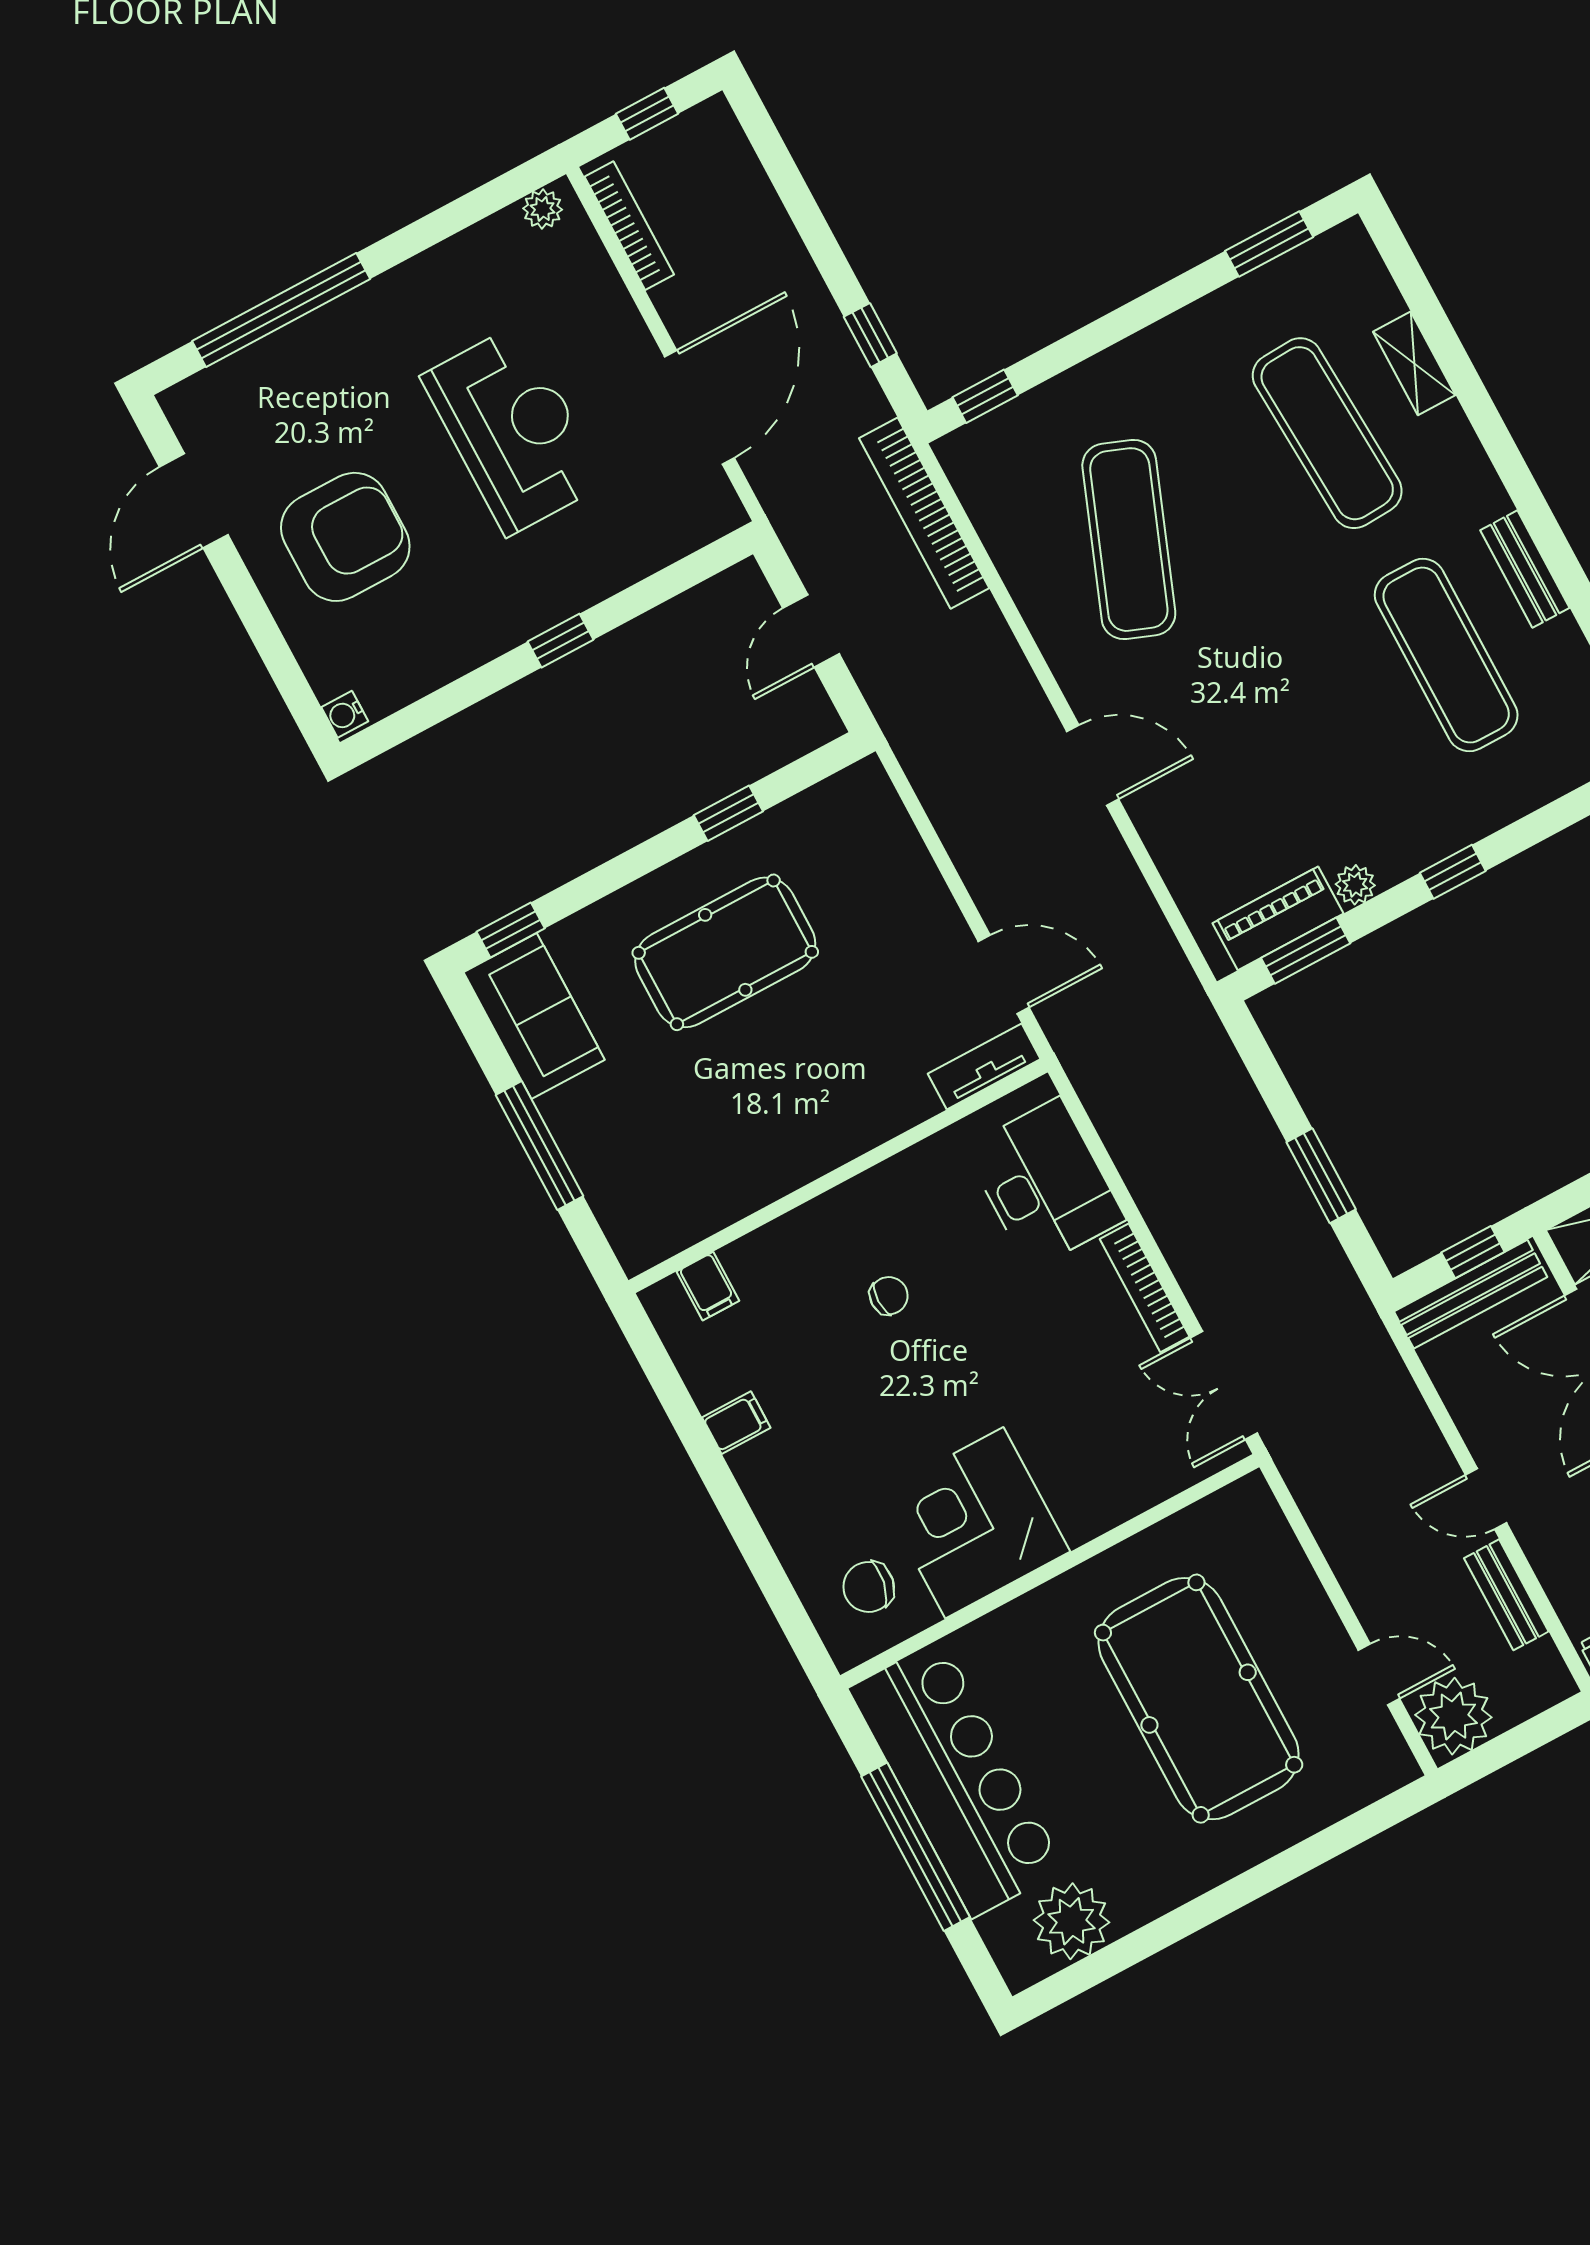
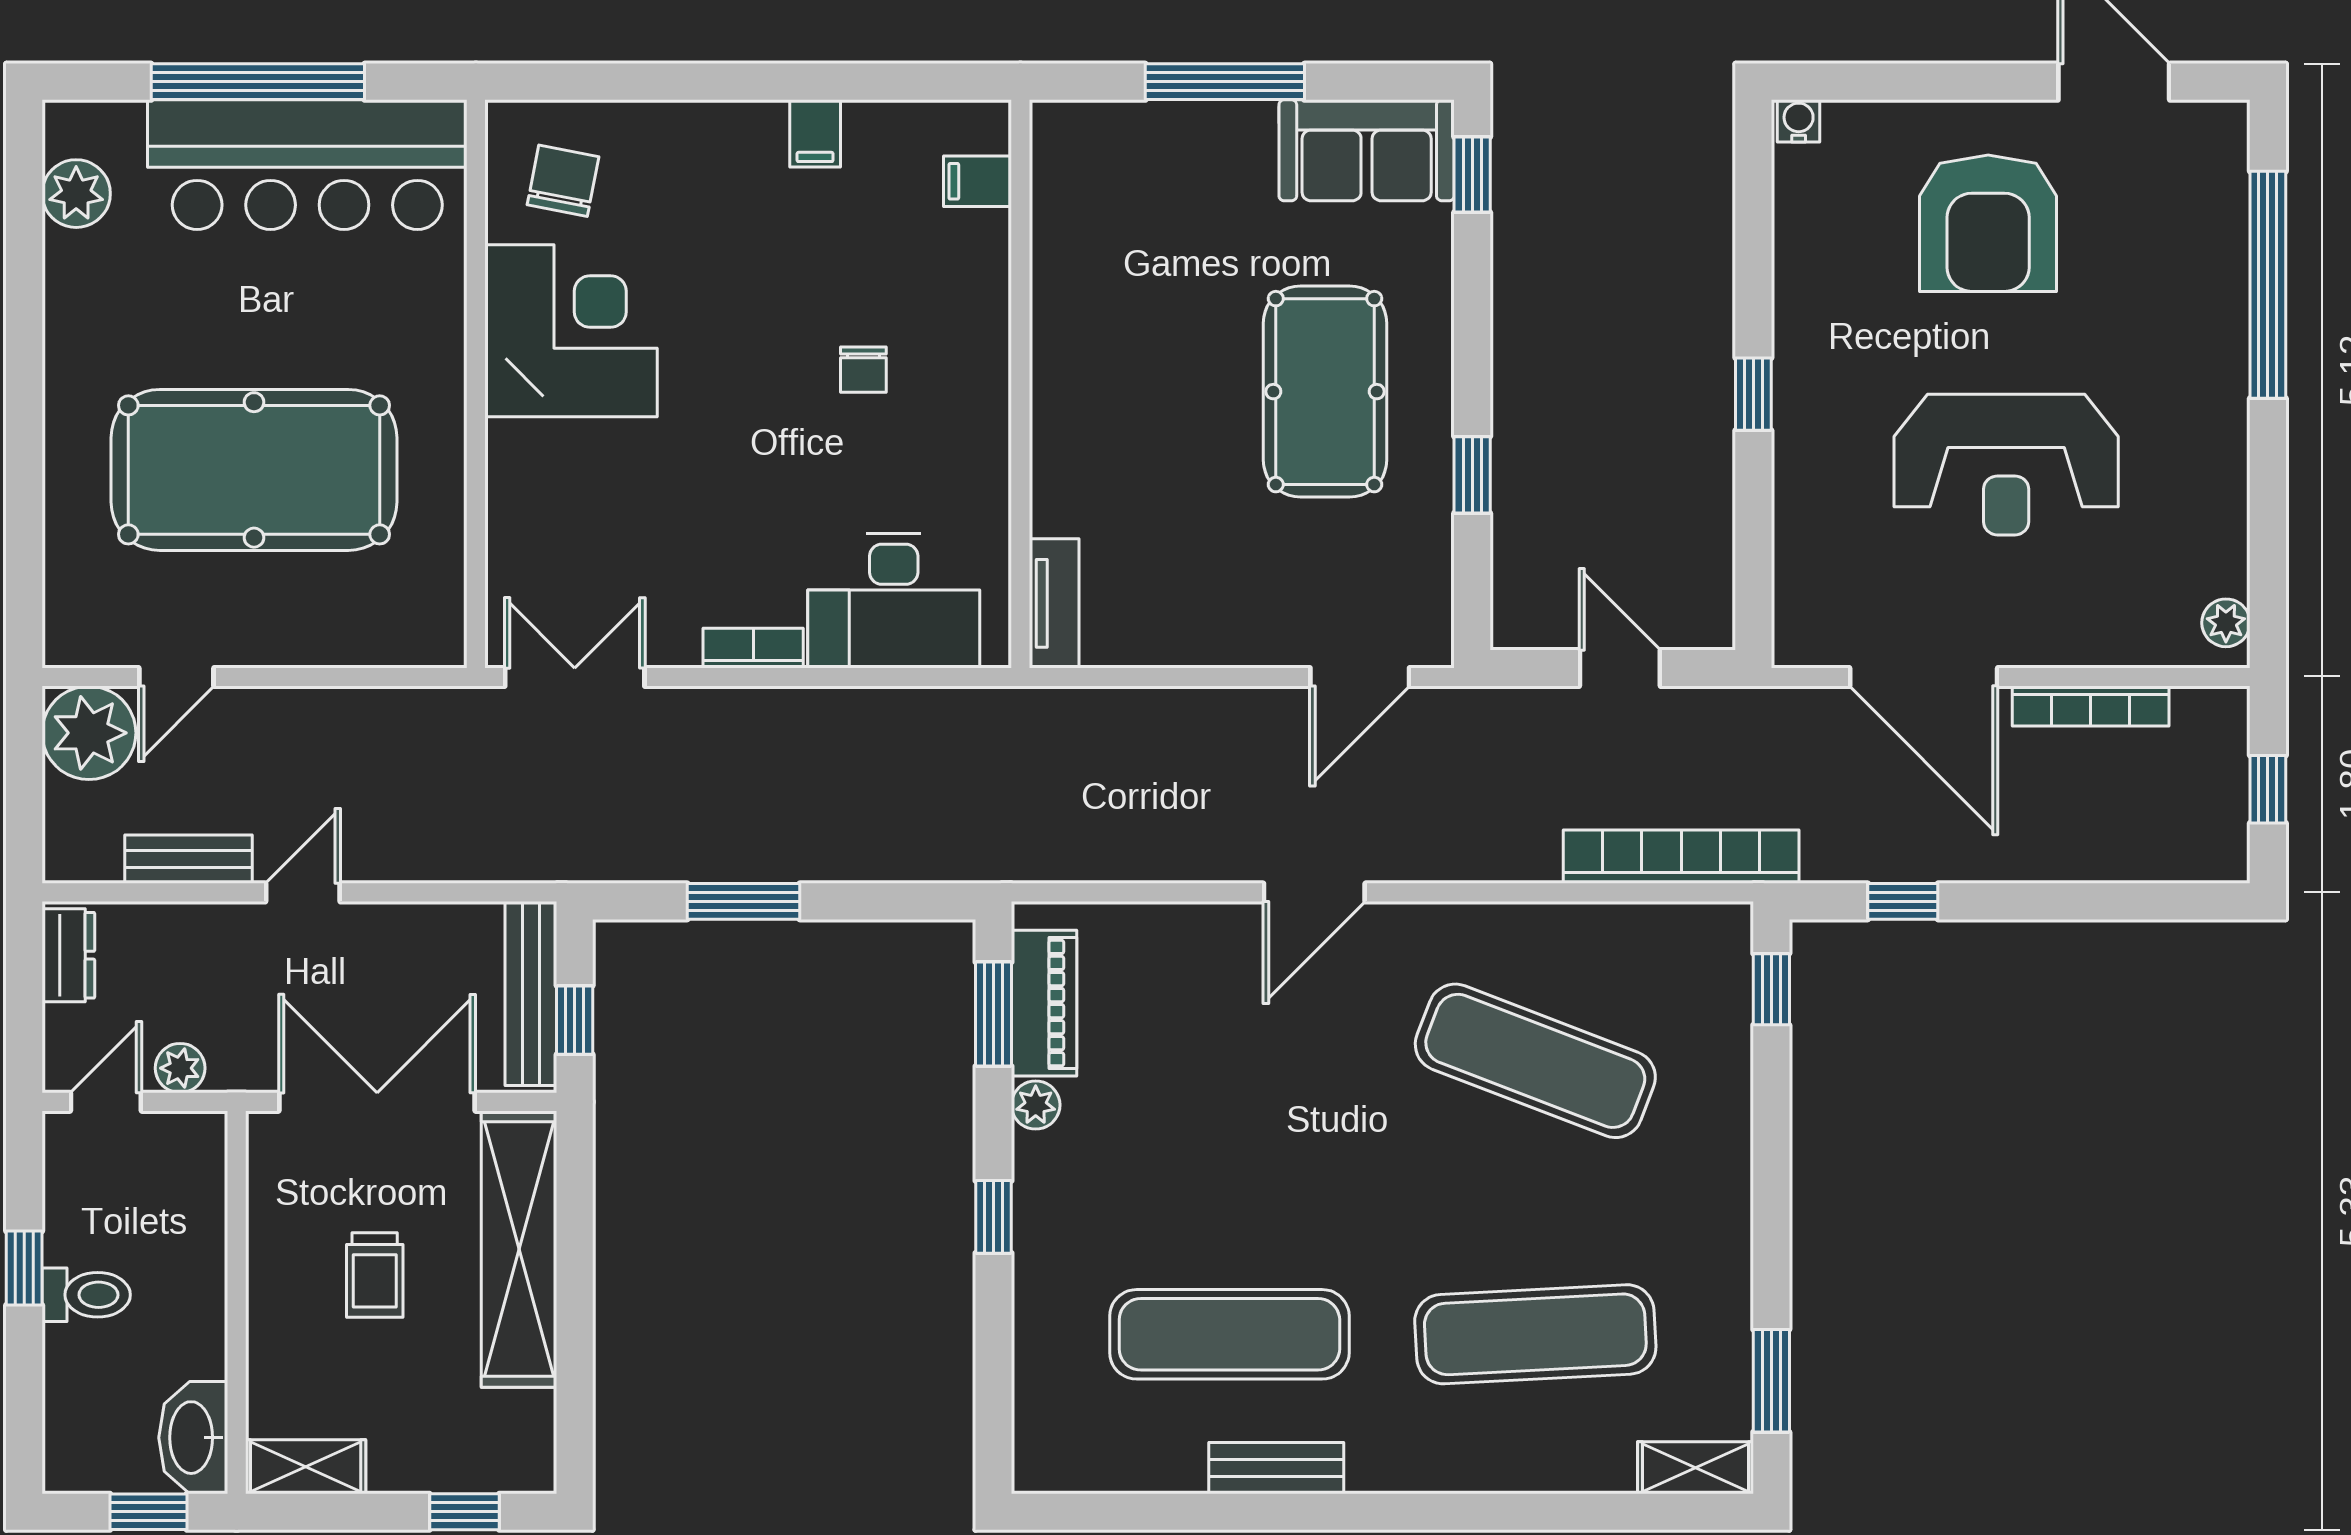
bookcase: (629, 226) -> (2091, 706), moved
shelving: (1414, 363) -> (1696, 1468), moved
door: (1004, 974) -> (1360, 677), moved
bookcase: (1145, 1288) -> (753, 648), width x0.64
plant: (1071, 1921) -> (76, 194), width x0.73, depth x0.73

